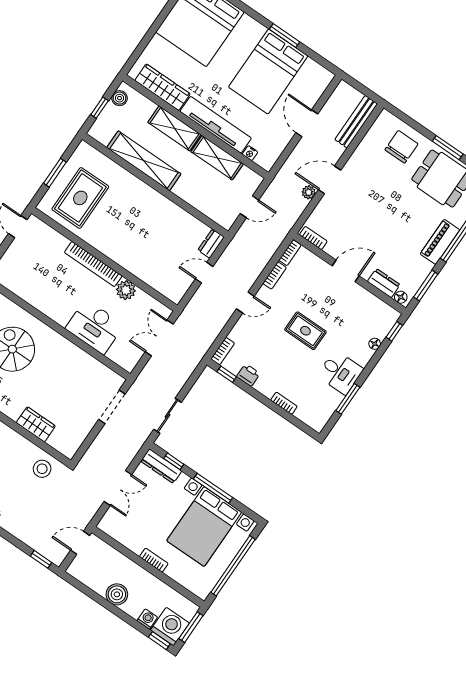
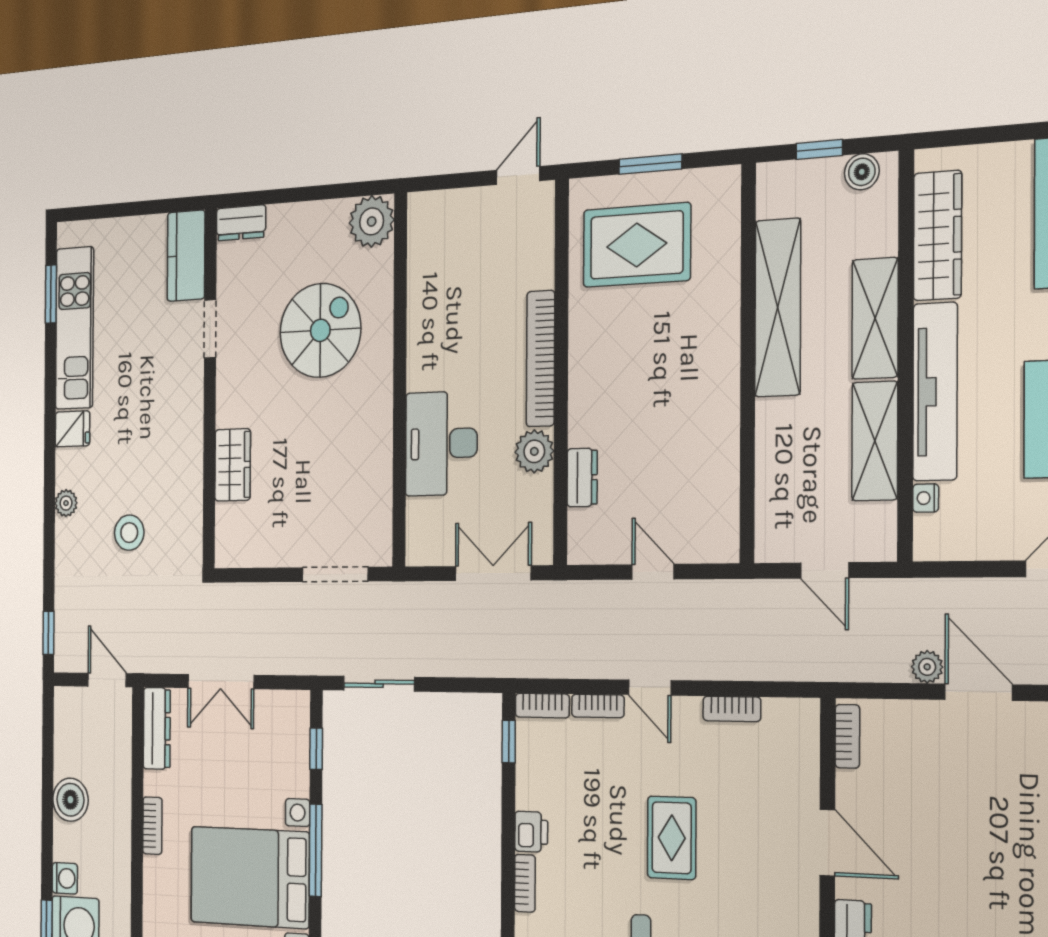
dresser: (211, 244) -> (582, 477), moved, turned 90
bookcase: (290, 253) -> (598, 706), moved
printer: (248, 375) -> (531, 832), moved
dresser: (161, 466) -> (157, 728), moved, turned 180
stool: (42, 469) -> (129, 533), moved

